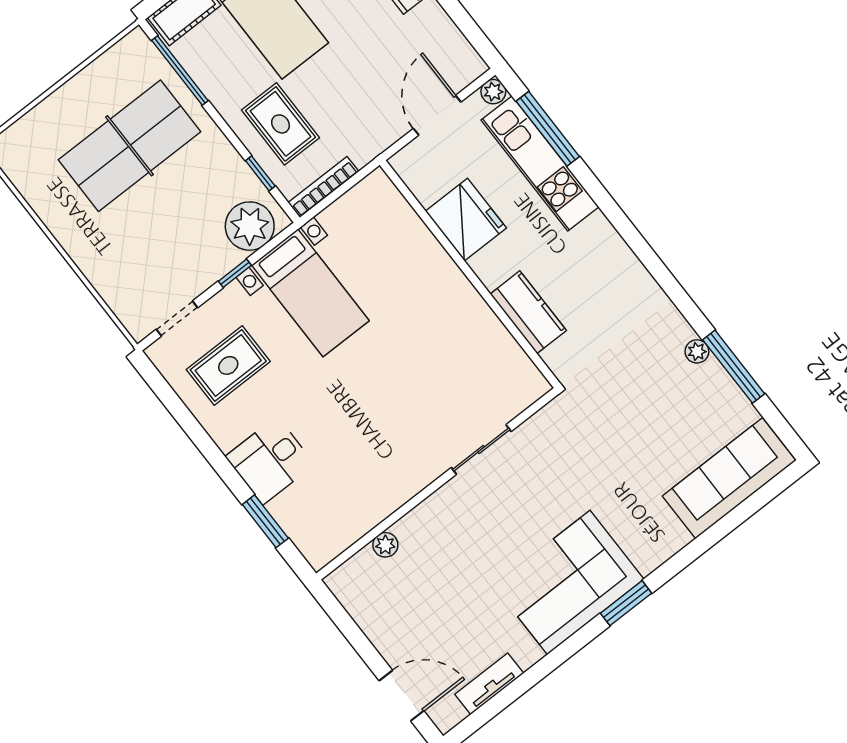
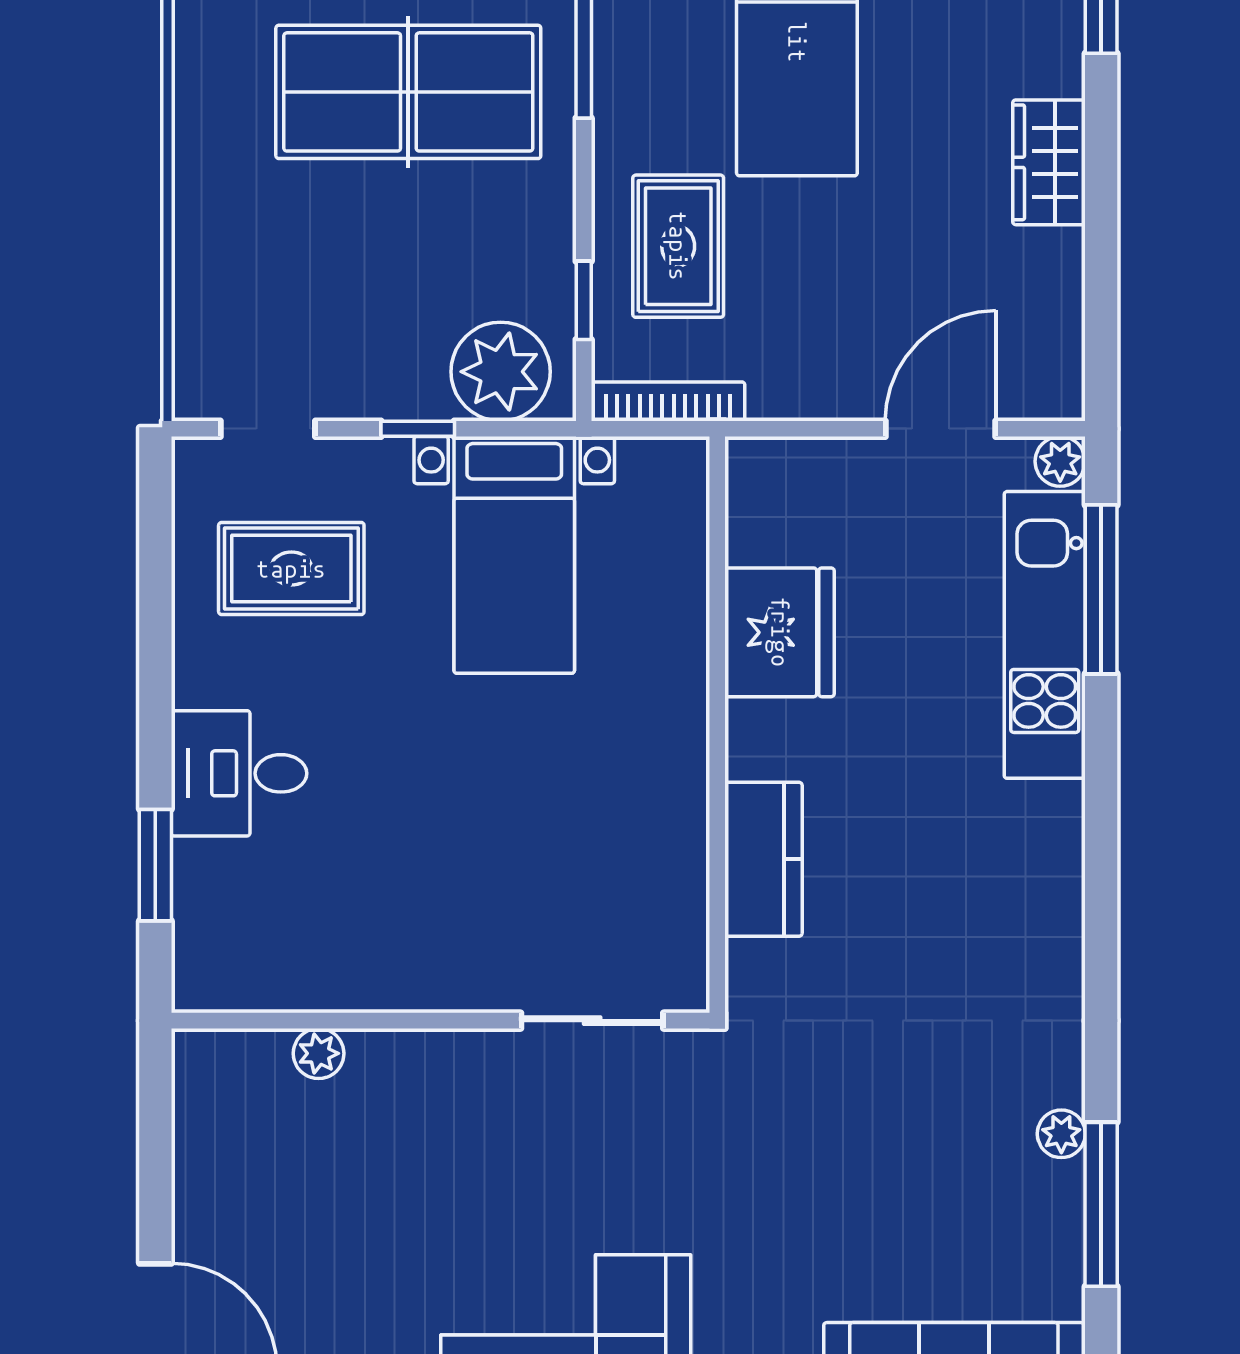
fridge: (466, 220) -> (780, 632), moved
wall: (470, 274) -> (717, 725), moved
kitchen counter: (528, 312) -> (763, 859), moved

